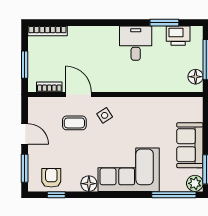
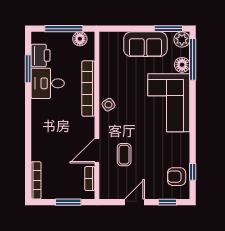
desk: (136, 43) -> (48, 83), moved
bookcase: (144, 85) -> (88, 89), added
side table: (105, 115) -> (108, 105), moved
window: (25, 168) -> (167, 202), width x0.67
floor lamp: (89, 184) -> (182, 65), moved

